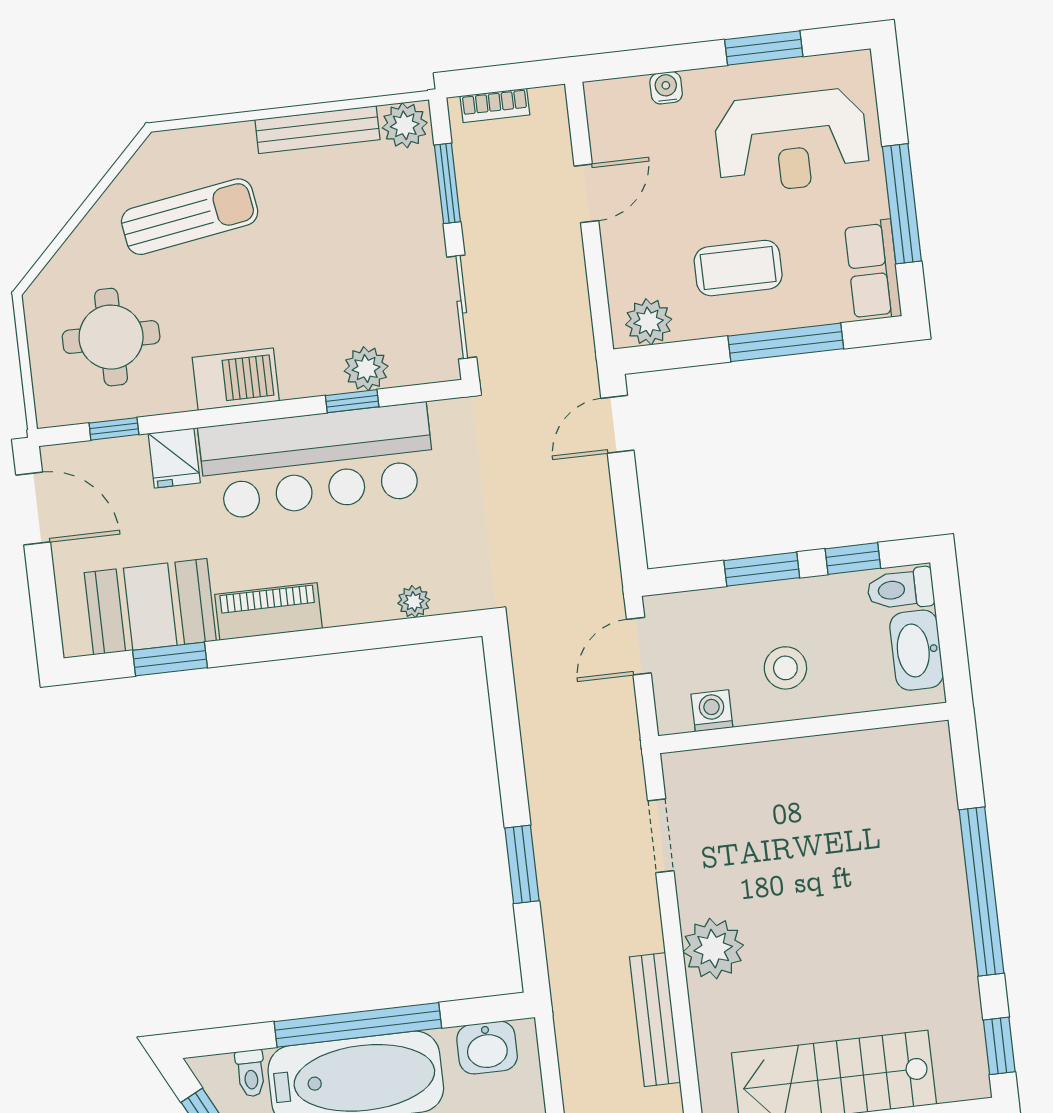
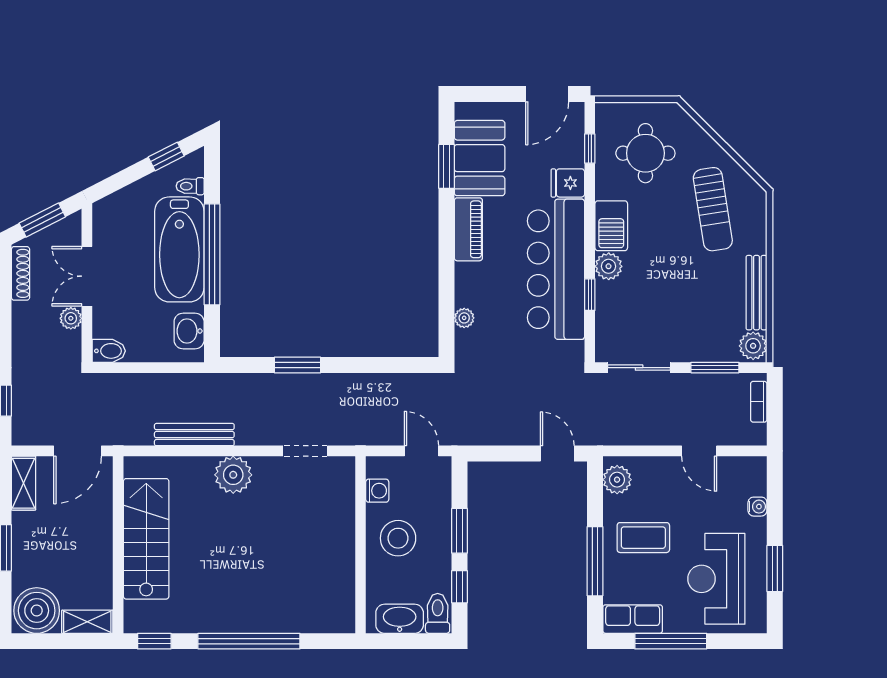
coffee table: (738, 268) -> (643, 538), turned 90
plant: (366, 369) -> (609, 266), moved
stool: (785, 668) -> (398, 538), width x1.38, depth x1.38

